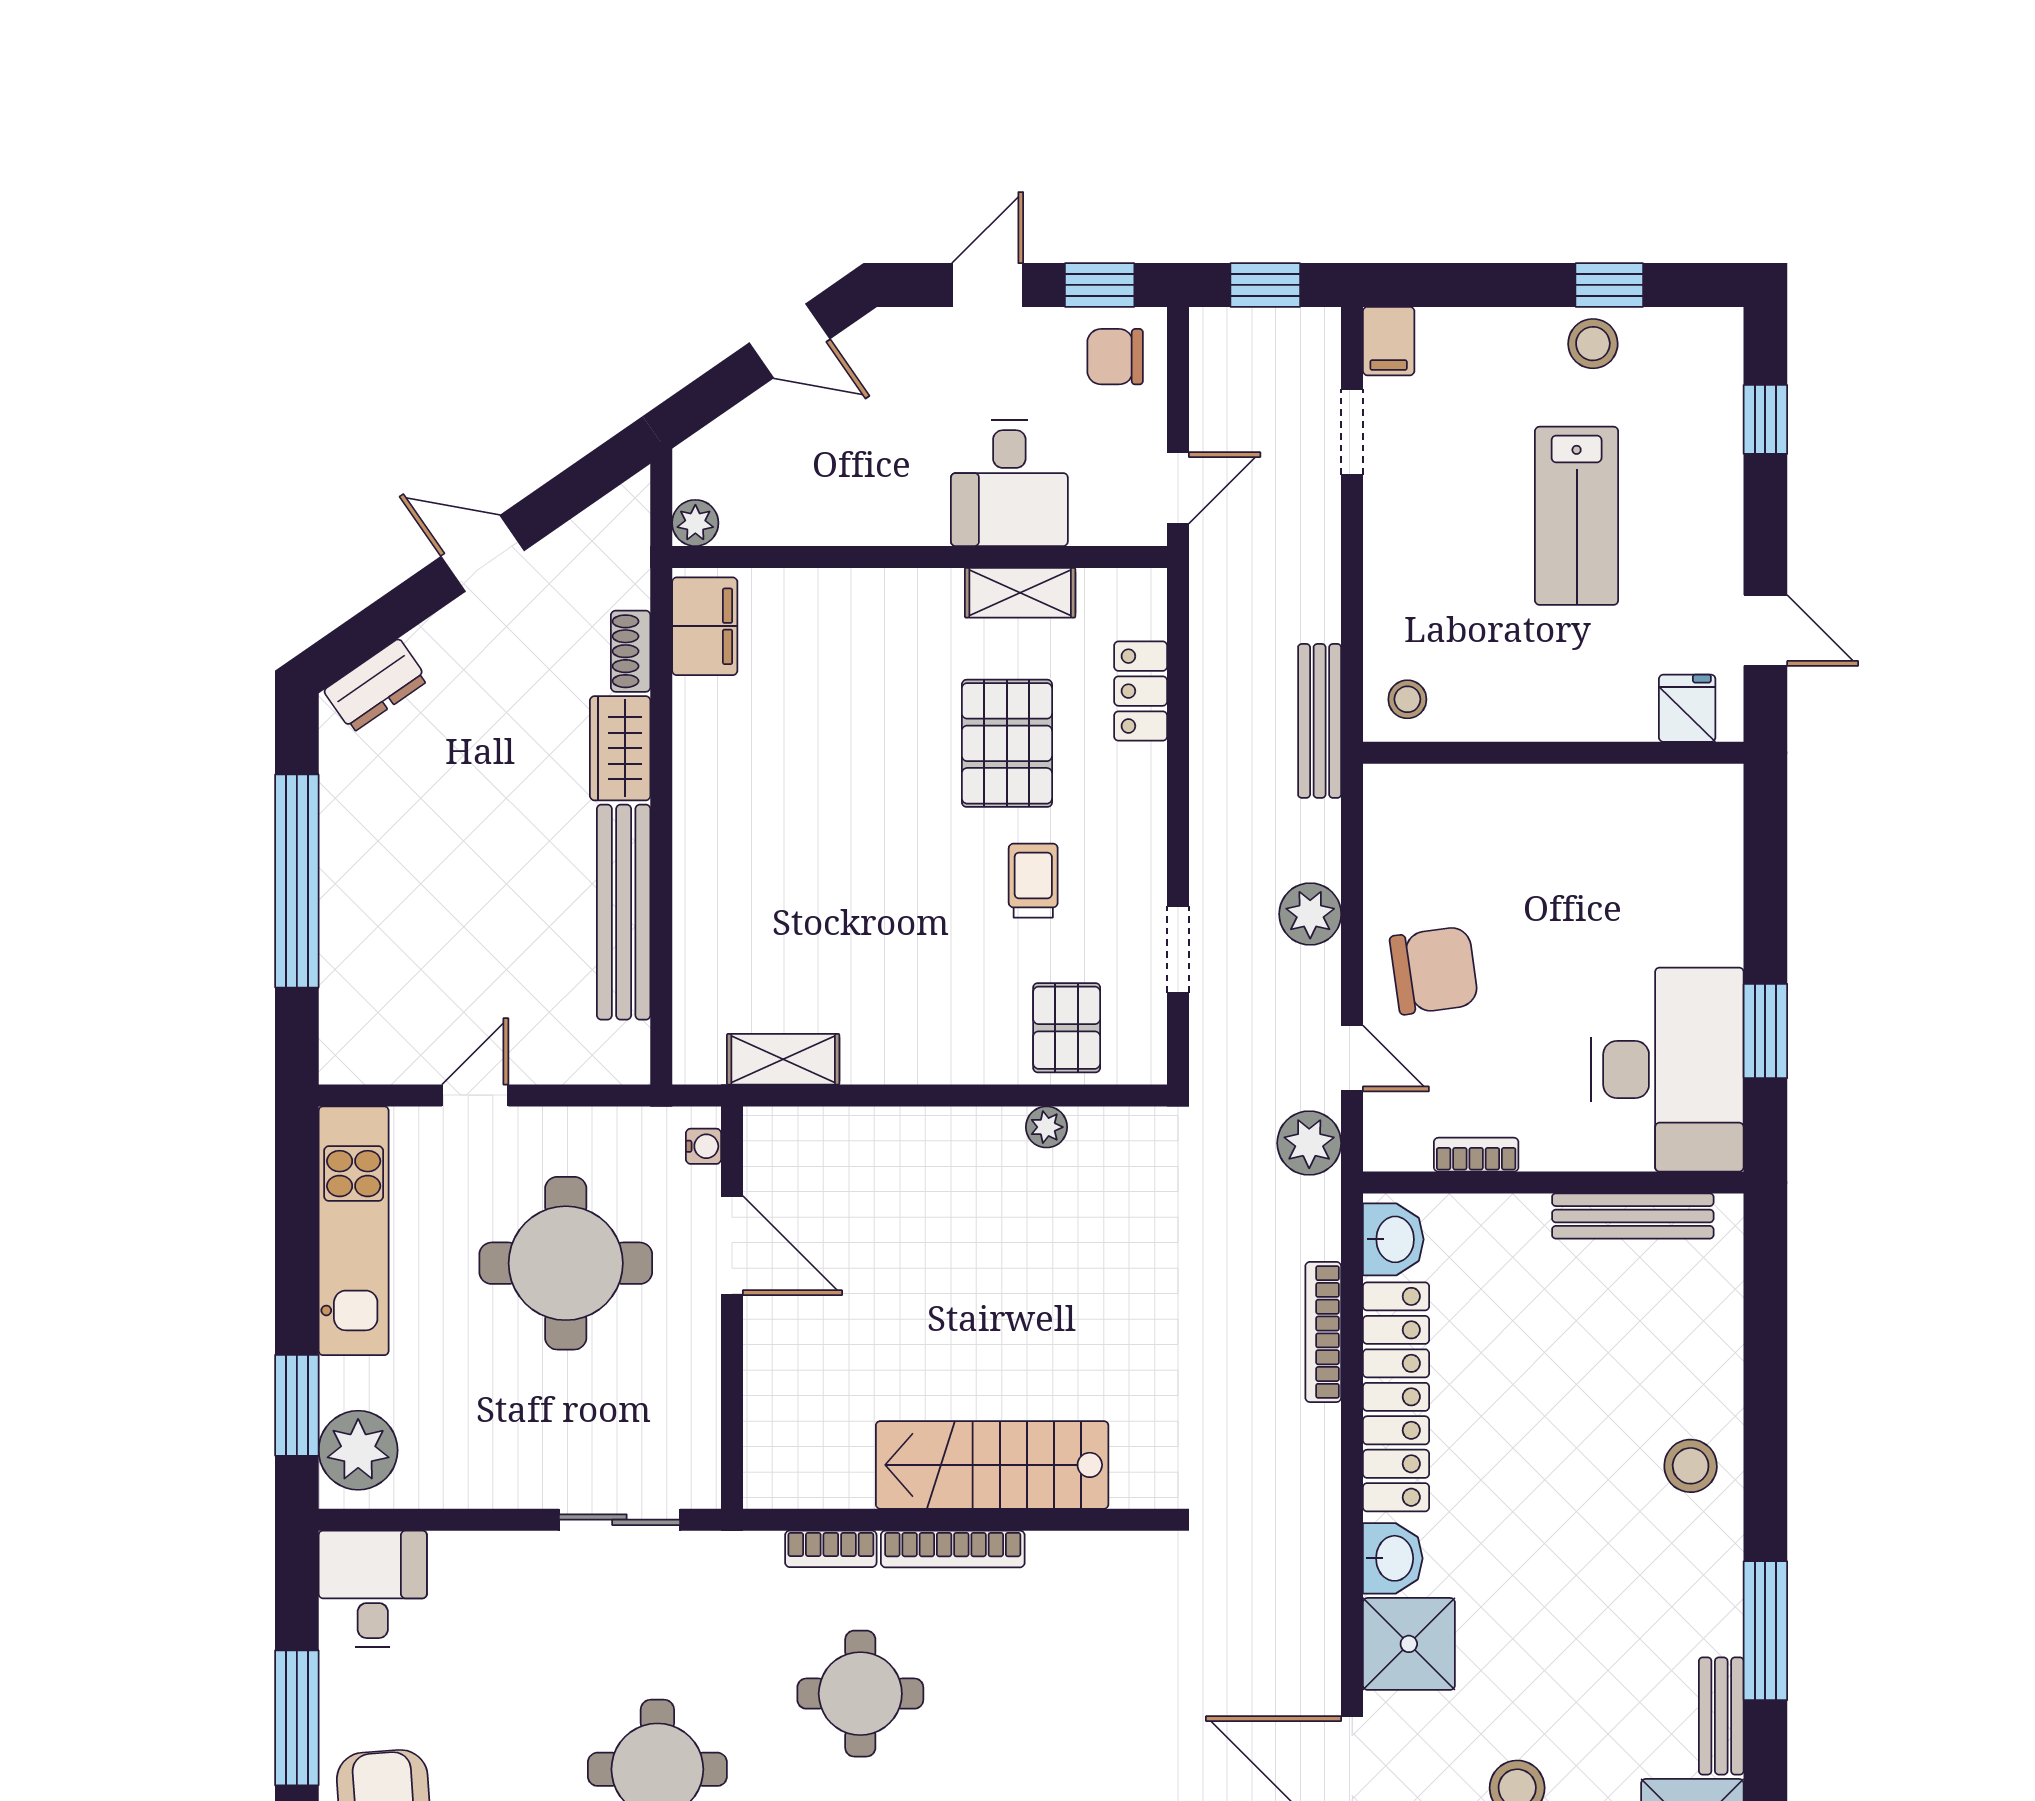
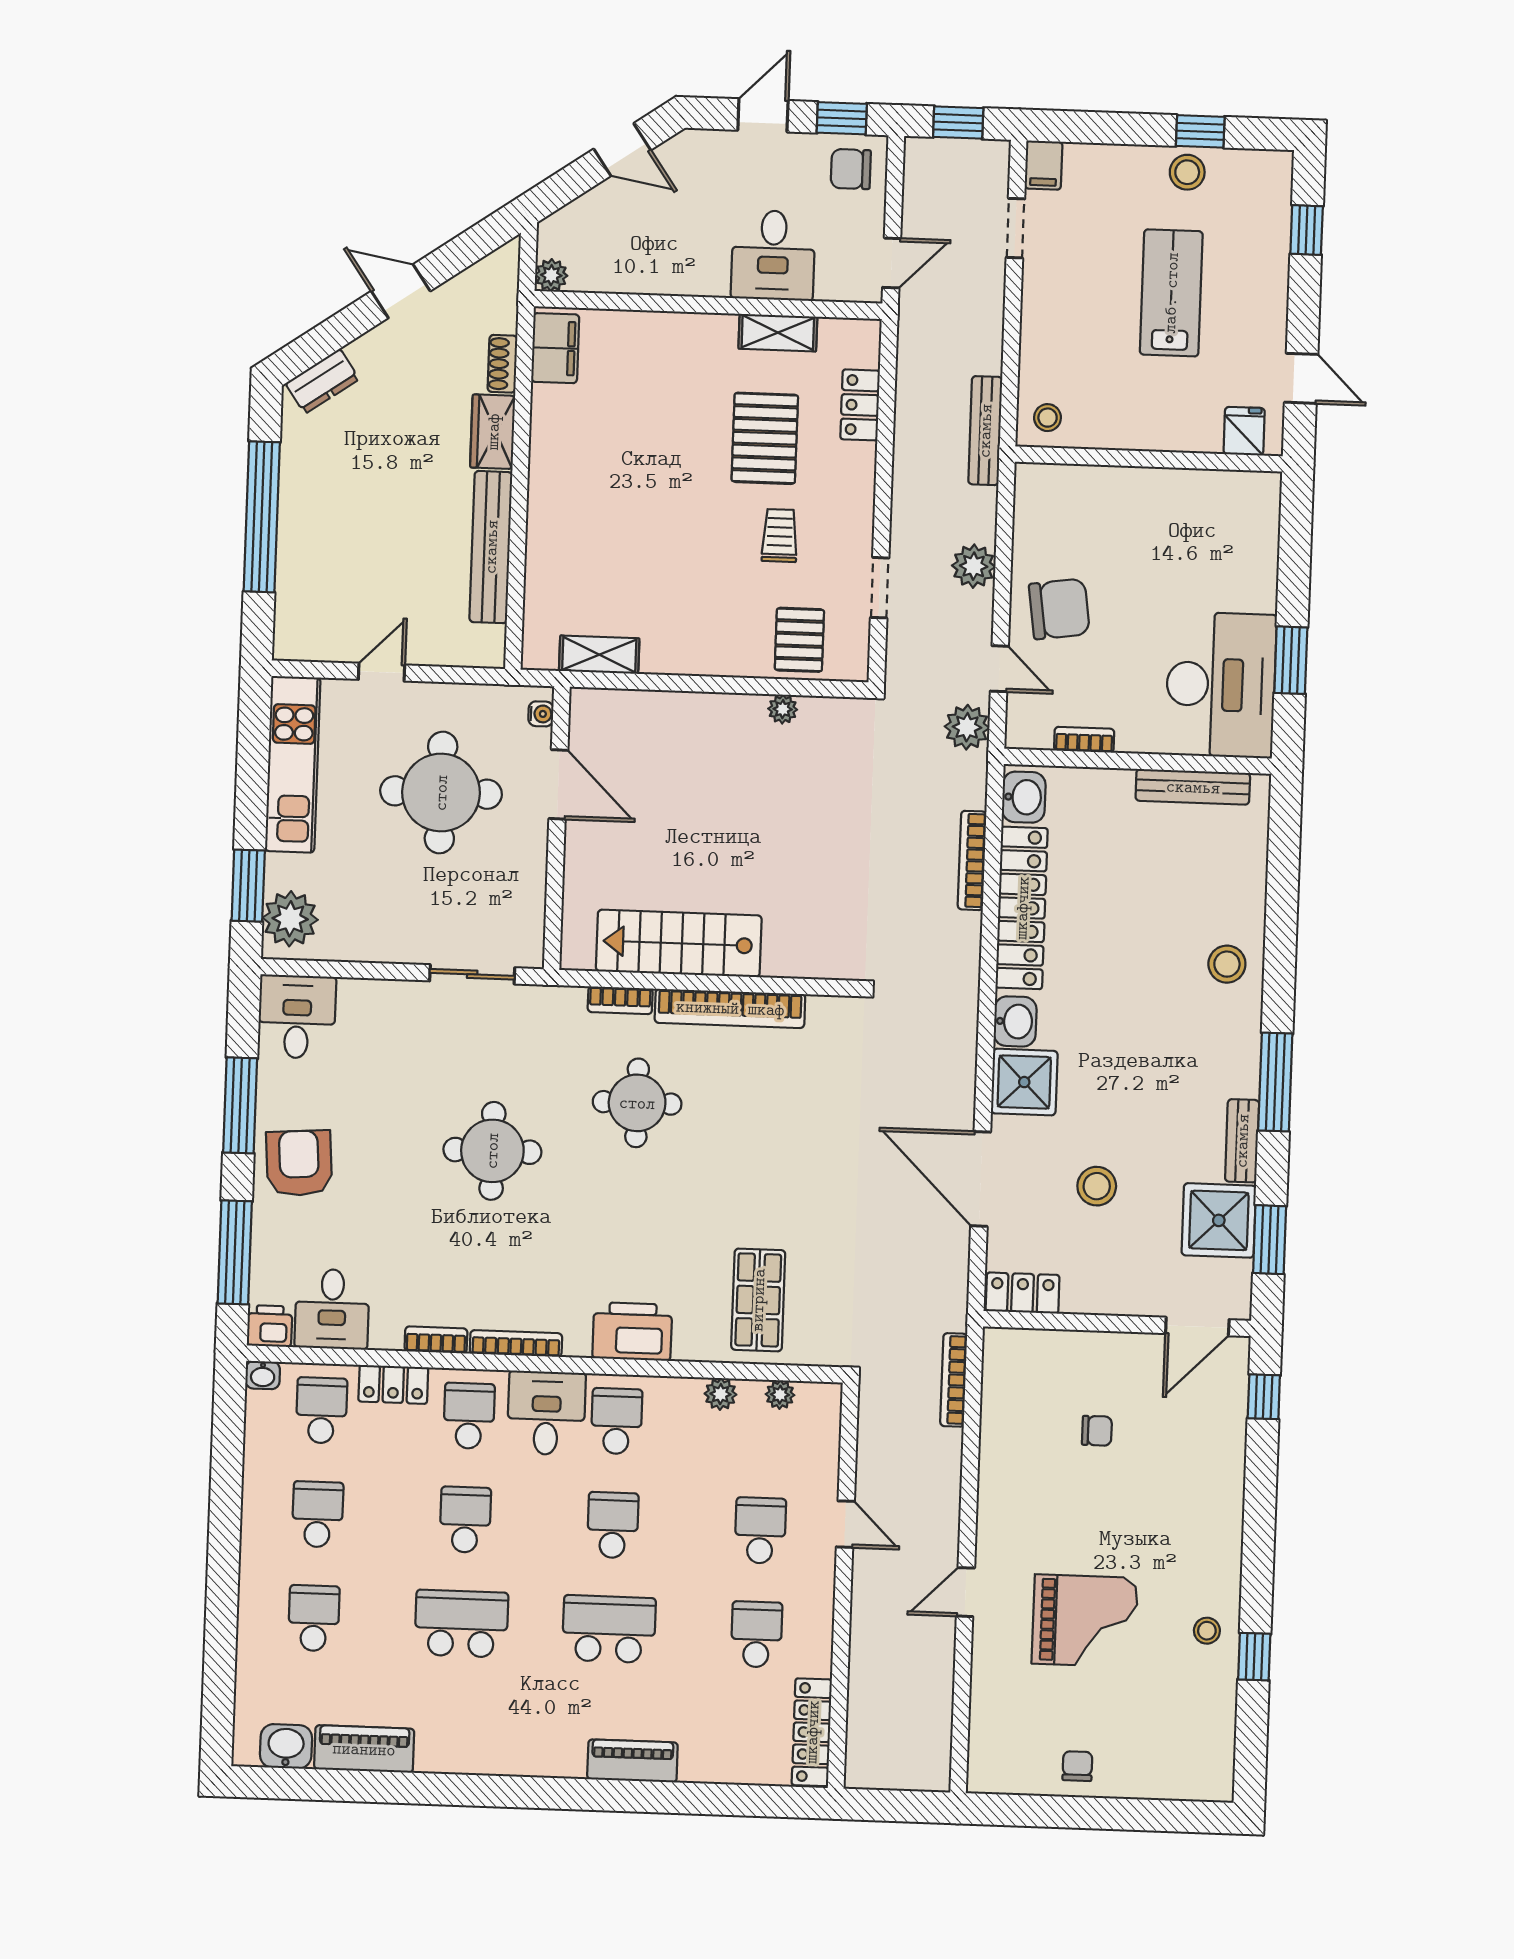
lab bench: (1577, 516) -> (1171, 293), turned 180
stairs: (992, 1465) -> (679, 943), moved
bookcase: (953, 1549) -> (730, 1008), width x1.48, depth x1.31

